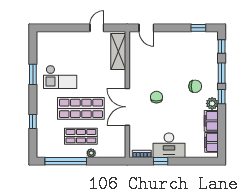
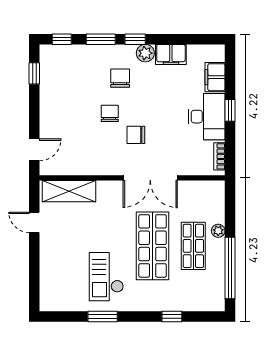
checkout: (60, 77) -> (106, 277), turned 180
chair: (171, 79) -> (110, 113), added
filing cabinet: (212, 142) -> (215, 77), moved, turned 90
window: (161, 161) -> (230, 110), moved

